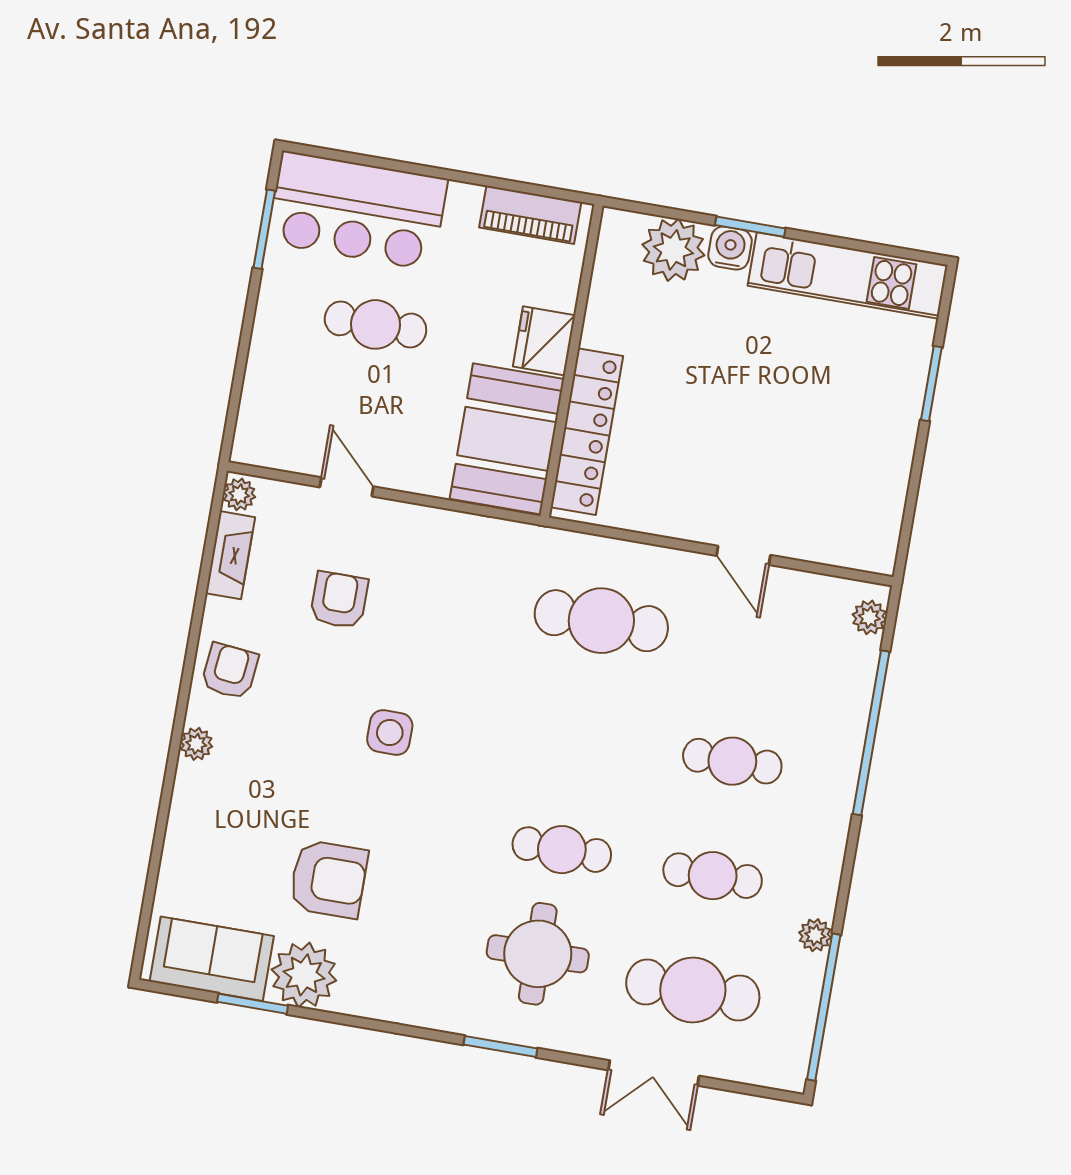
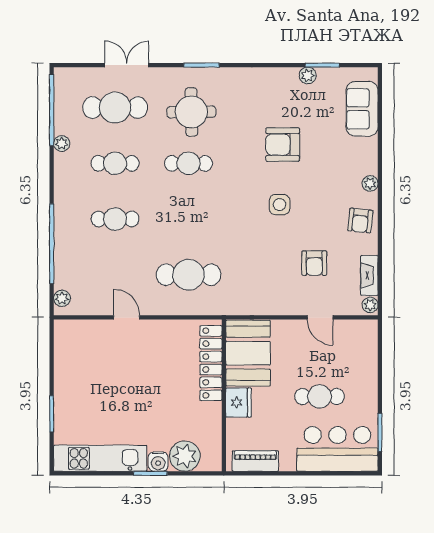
armchair: (328, 879) -> (283, 145), moved
sofa: (212, 959) -> (362, 109), moved, turned 90
plant: (304, 975) -> (308, 76), width x0.53, depth x0.53

